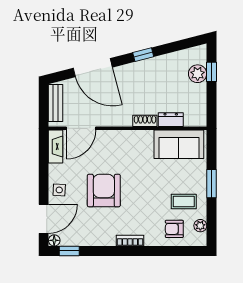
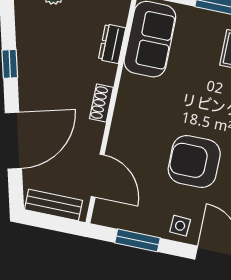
shoe rack: (145, 121) -> (101, 103), moved
fireplace: (56, 147) -> (116, 218), removed
window: (44, 164) -> (137, 240), added

